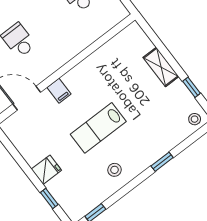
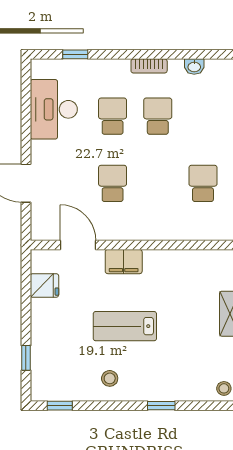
filing cabinet: (59, 91) -> (124, 262), width x2.00
fridge: (46, 170) -> (44, 285), moved

